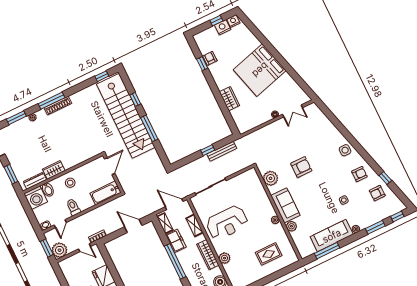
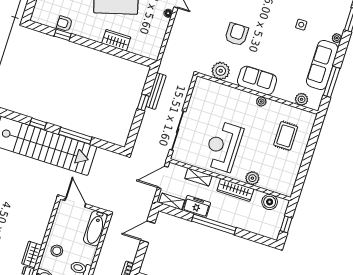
reception desk: (227, 223) -> (223, 146), turned 180
plant: (291, 226) -> (302, 99), moved

